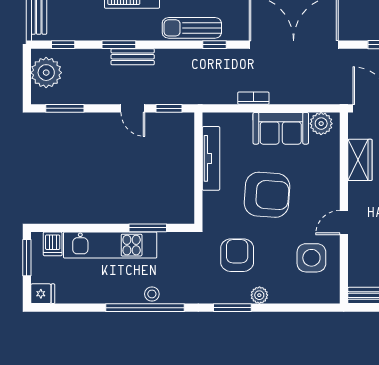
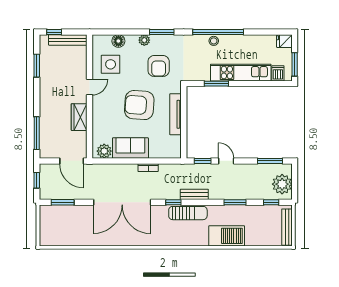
bench: (133, 57) -> (194, 194), moved
tv unit: (211, 158) -> (176, 114), moved
wardrobe: (360, 160) -> (79, 117), moved
floor lamp: (299, 294) -> (118, 41), added

